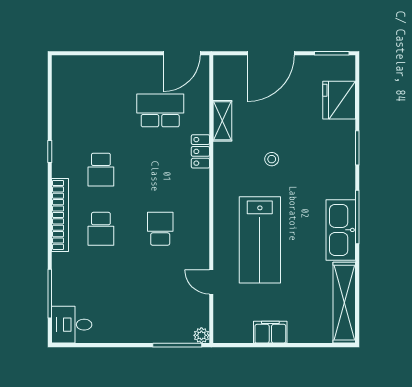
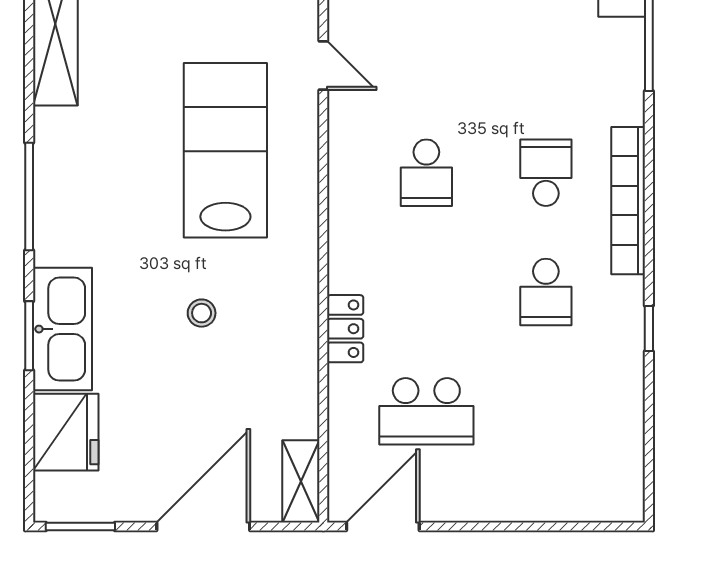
shelving: (222, 121) -> (301, 481), moved
school desk: (101, 170) -> (546, 292), turned 180
kitchen sink: (341, 230) -> (63, 329), moved

